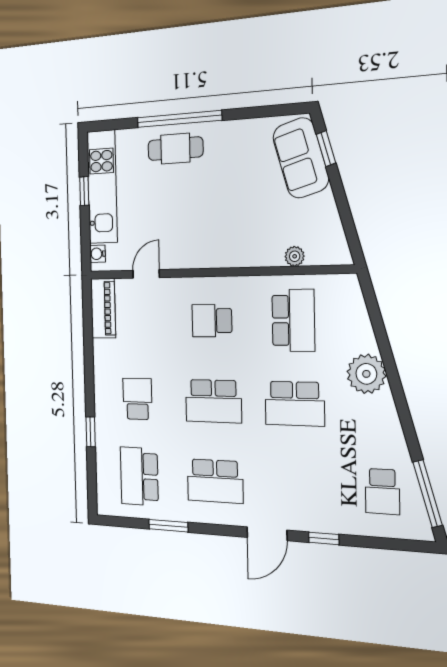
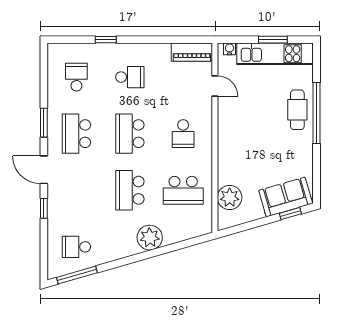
window: (84, 191) -> (273, 40), width x1.50
plant: (295, 256) -> (230, 197), width x1.88, depth x1.88
school desk: (212, 321) -> (183, 134), turned 180
school desk: (139, 476) -> (76, 77), width x0.54
window: (168, 526) -> (44, 123), moved

